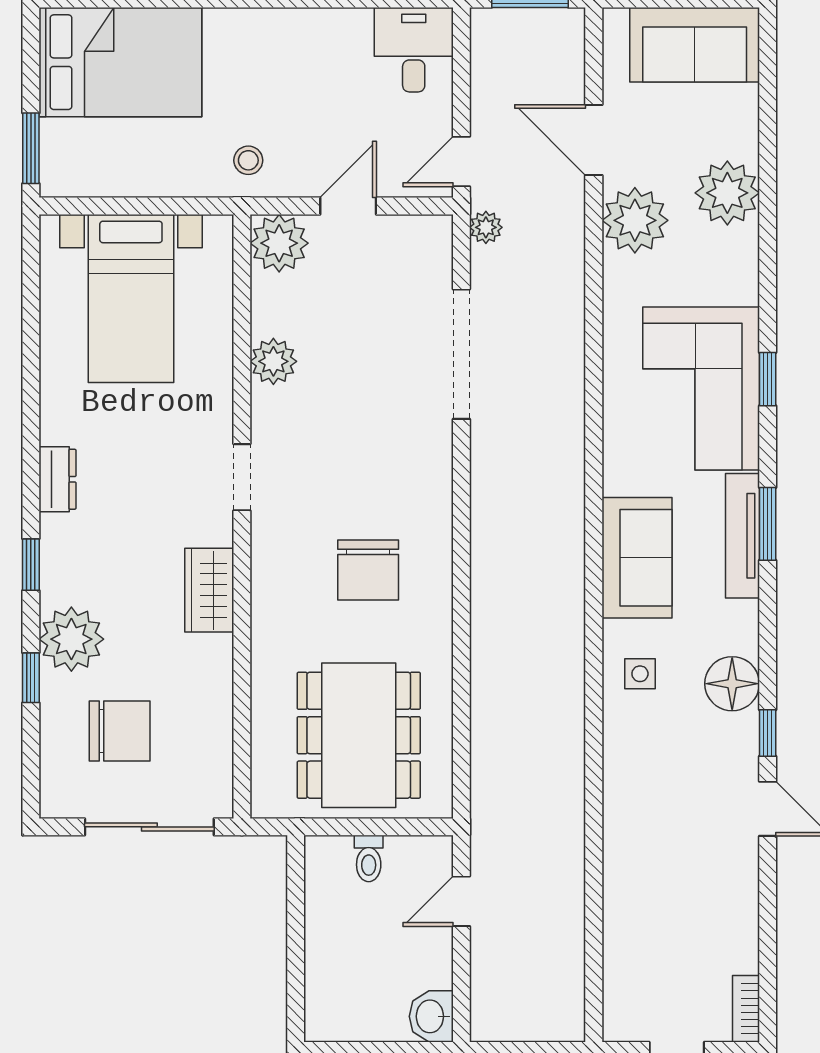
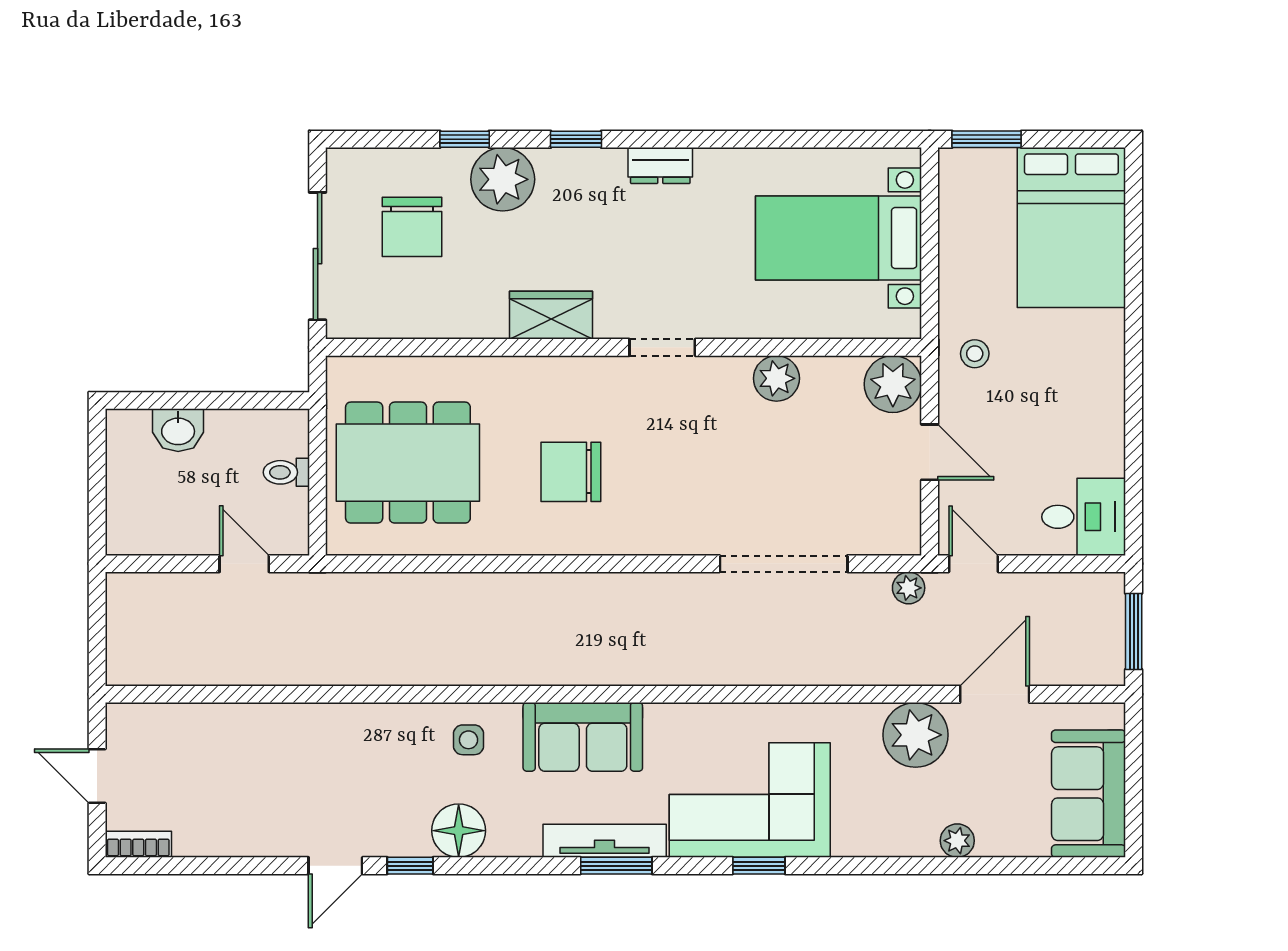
plant: (727, 193) -> (957, 841), width x0.53, depth x0.53
washbasin: (431, 1016) -> (178, 430), moved, turned 180

